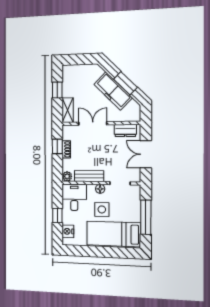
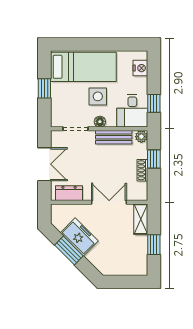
freezer: (113, 91) -> (79, 237), width x0.71
double door: (93, 123) -> (109, 202), swing flipped
window: (57, 146) -> (154, 159), moved
window: (57, 216) -> (154, 103), moved
window: (146, 217) -> (44, 88), width x0.46

